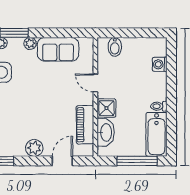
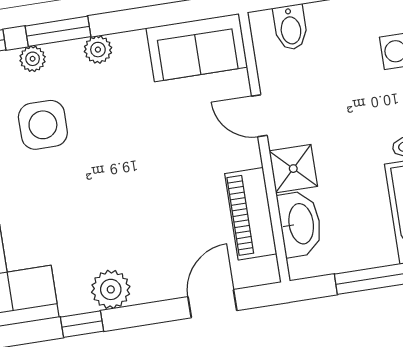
sofa: (58, 49) -> (197, 48), moved
plant: (34, 148) -> (111, 289), moved

